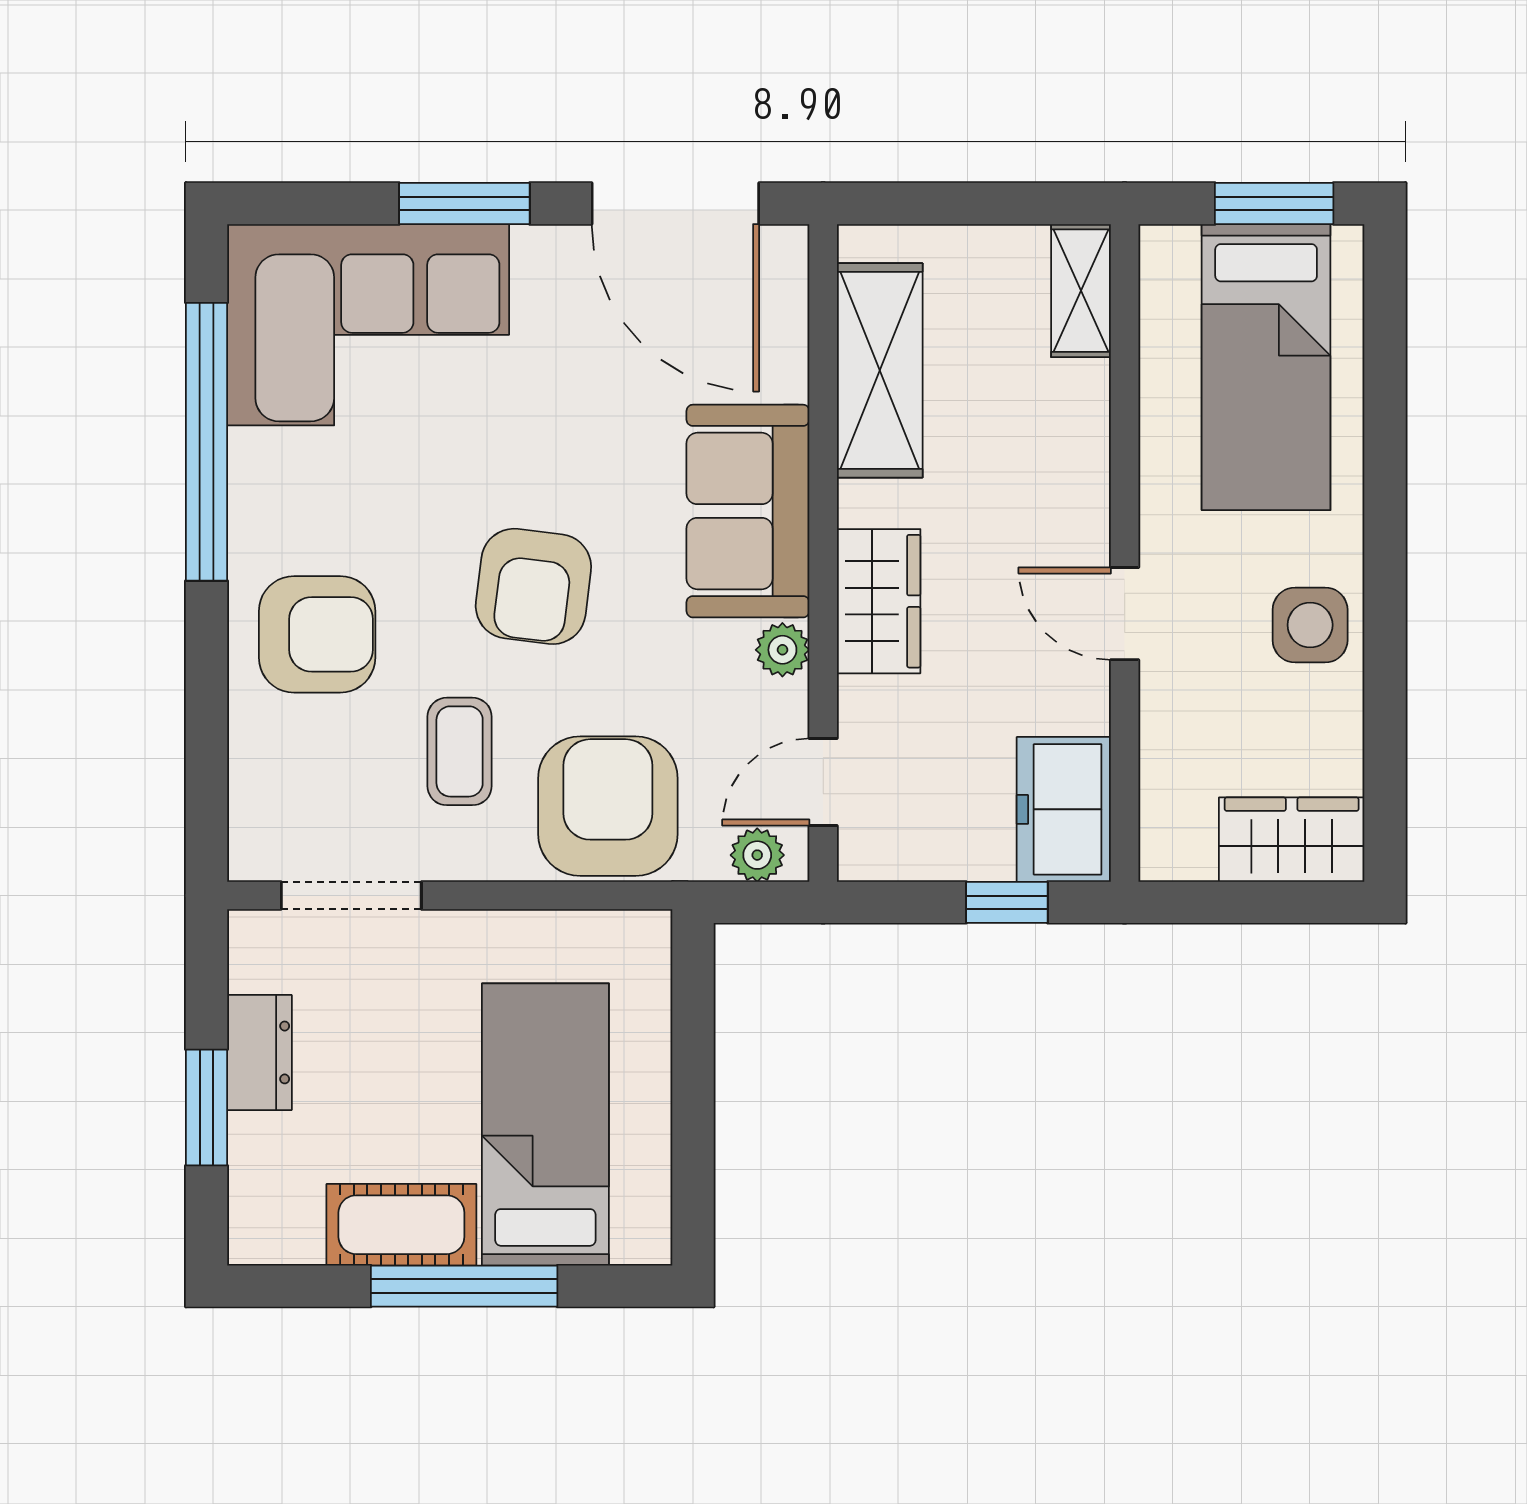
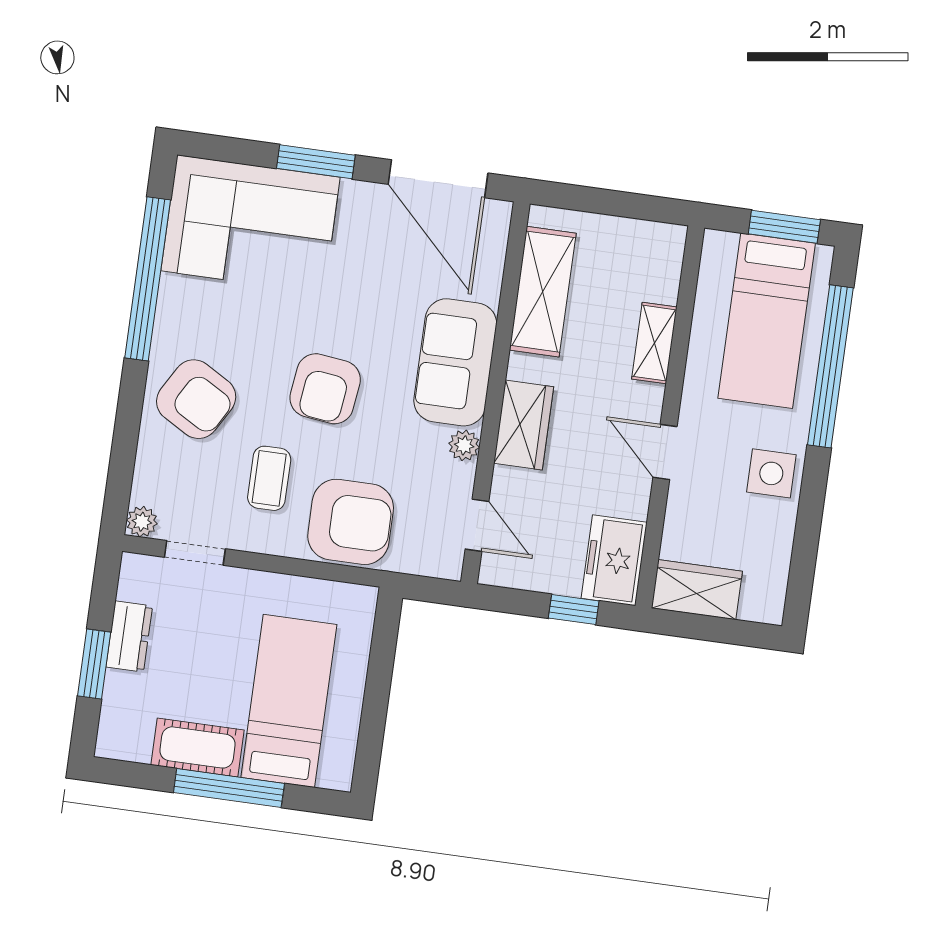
shelving: (1081, 291) -> (654, 343), moved
window: (1385, 429) -> (830, 366), added
armchair: (317, 634) -> (196, 399), turned 30
door: (823, 782) -> (477, 525), swing flipped
armchair: (608, 806) -> (351, 522), turned 90
wardrobe: (1292, 840) -> (697, 590), moved
plant: (757, 855) -> (142, 522), moved
doorway: (351, 896) -> (195, 553), width x0.73

